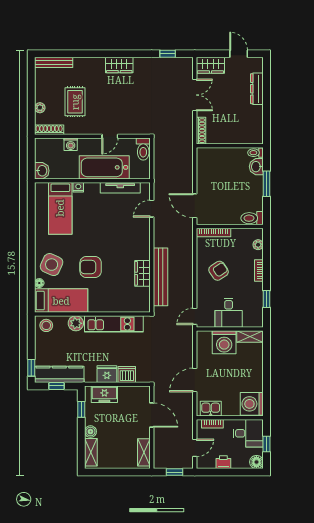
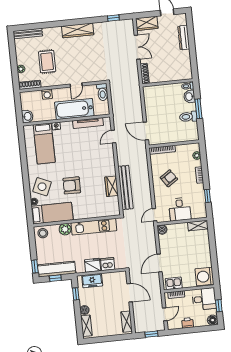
wardrobe: (119, 65) -> (78, 30), width x1.50
toilet: (252, 218) -> (188, 117), moved
boiler: (203, 337) -> (162, 230), added
washing machine: (224, 342) -> (179, 232), removed

